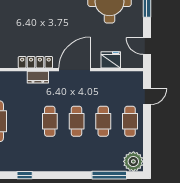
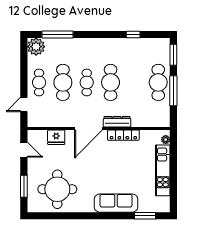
dresser: (38, 77) -> (117, 122), width x1.44
cafe table: (50, 121) -> (111, 82), width x1.37, depth x1.35
cafe table: (103, 121) -> (63, 82), width x1.37, depth x1.35

